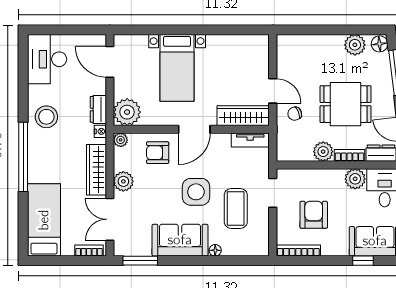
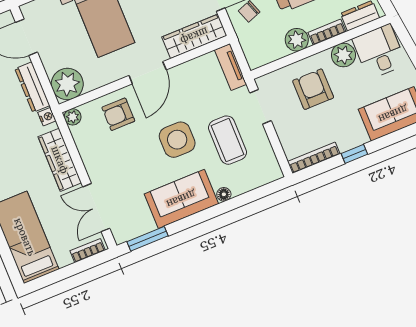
dresser: (98, 109) -> (32, 87), width x1.44
tv unit: (250, 140) -> (231, 67), moved, turned 90
plant: (123, 181) -> (94, 160), removed
armchair: (314, 215) -> (313, 89), moved
window: (363, 261) -> (354, 154), moved

